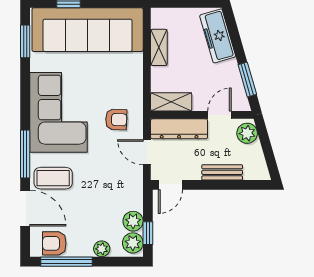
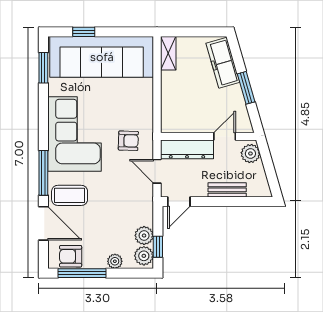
shelving: (159, 47) -> (168, 53), moved
window: (247, 80) -> (246, 88), moved
shelving: (171, 102) -> (180, 124), removed

